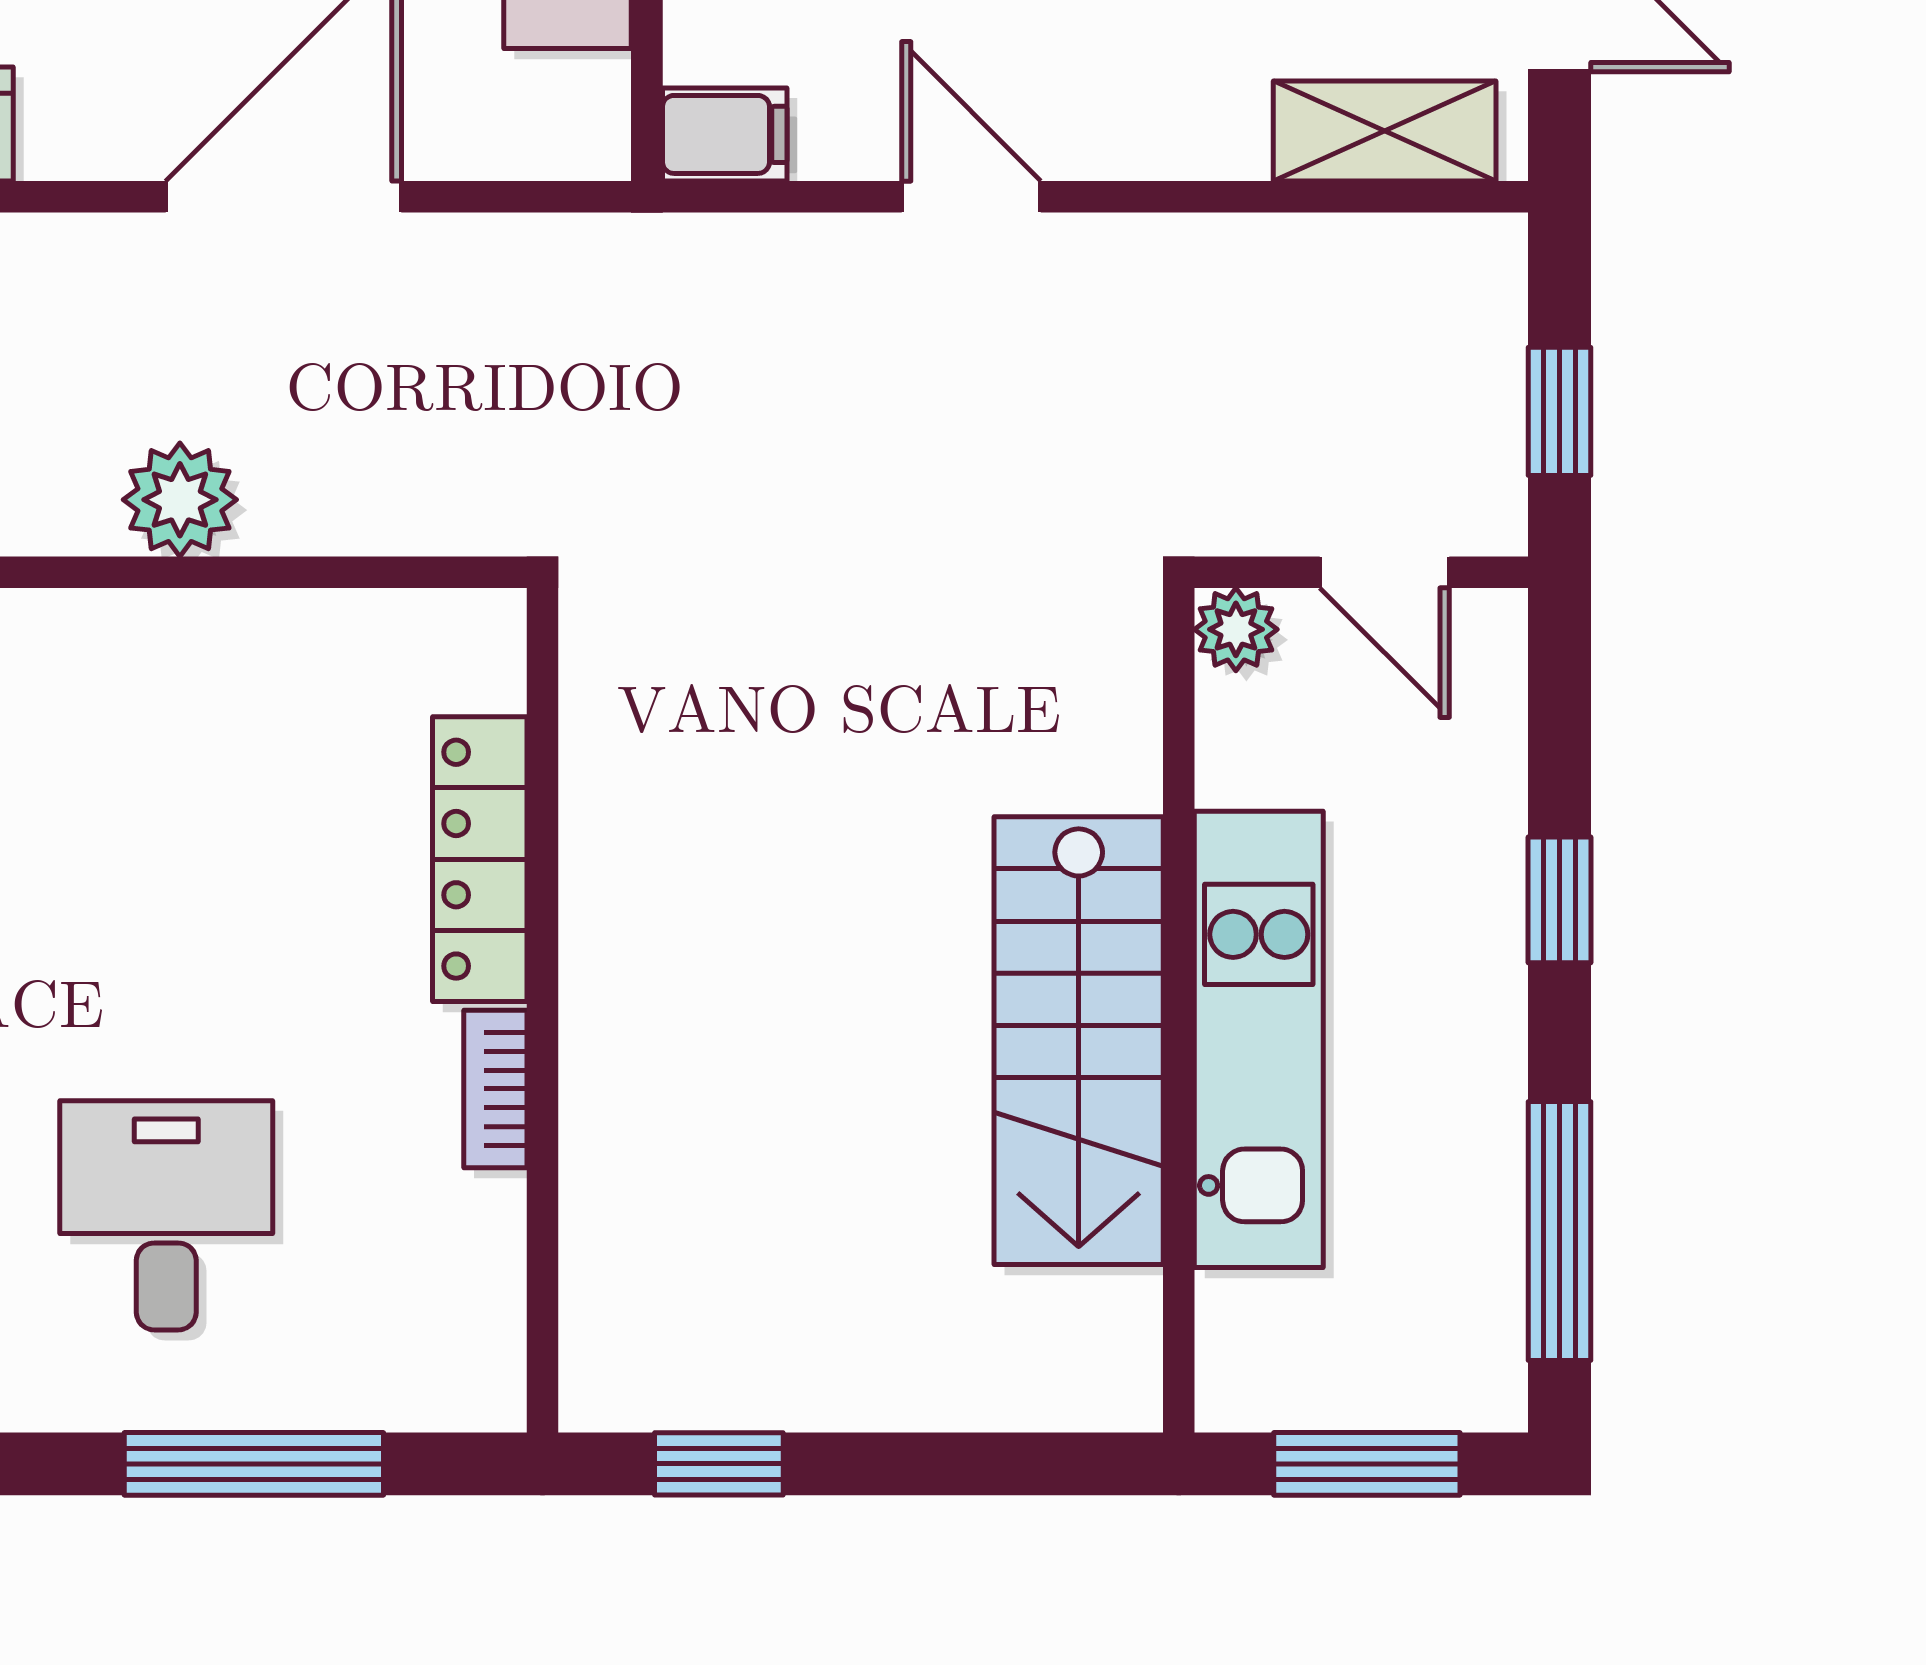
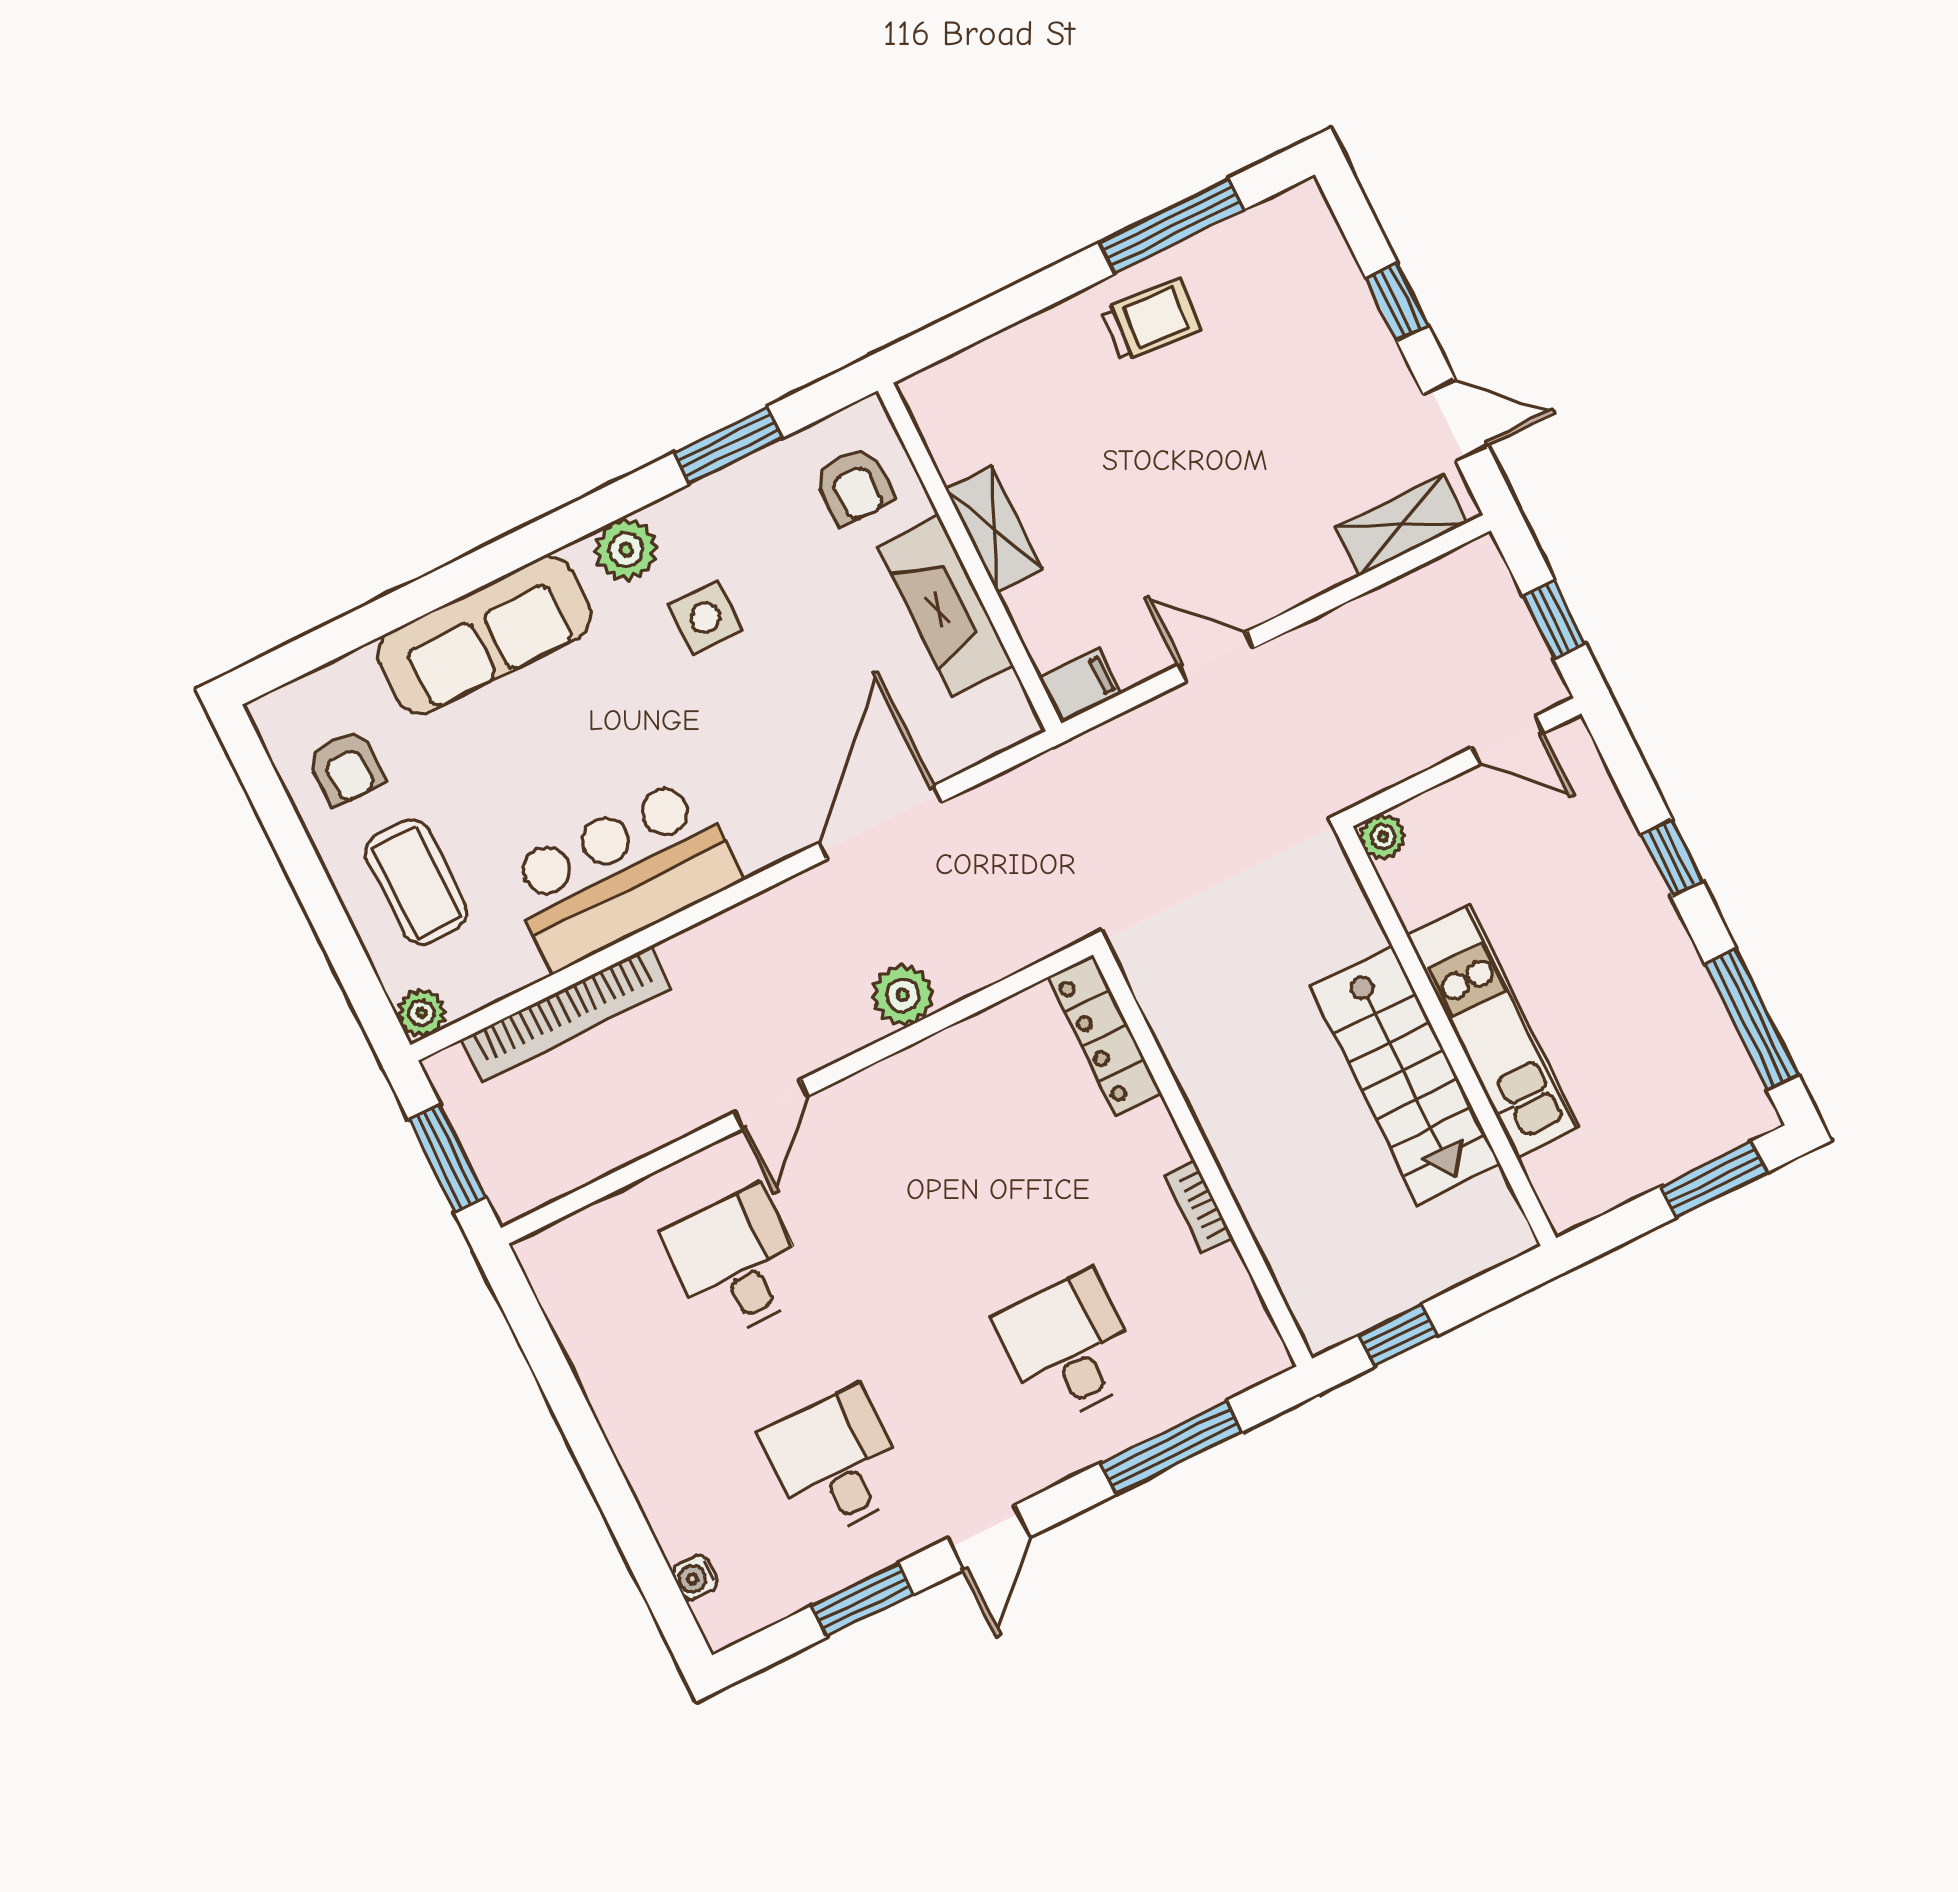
plant: (1236, 629) -> (1383, 837), moved
locker: (480, 859) -> (1105, 1035), moved
wall: (1179, 1010) -> (1447, 1036), moved
kitchen unit: (1259, 1039) -> (1493, 1031), moved
stairs: (1079, 1041) -> (1405, 1075), moved

